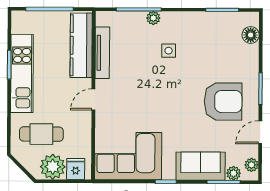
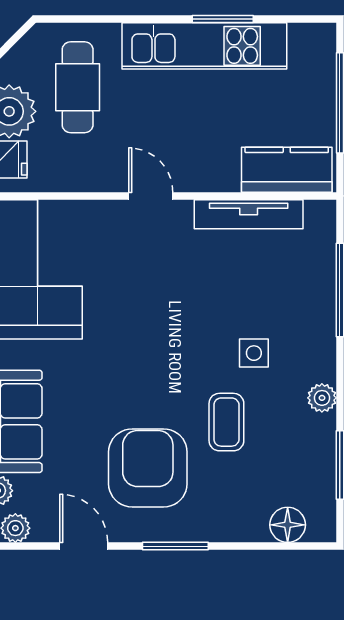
plant: (153, 18) -> (322, 398), moved
kitchen counter: (81, 45) -> (287, 170), width x0.67
coffee table: (201, 64) -> (226, 422), added
armchair: (223, 101) -> (148, 468), turned 180

